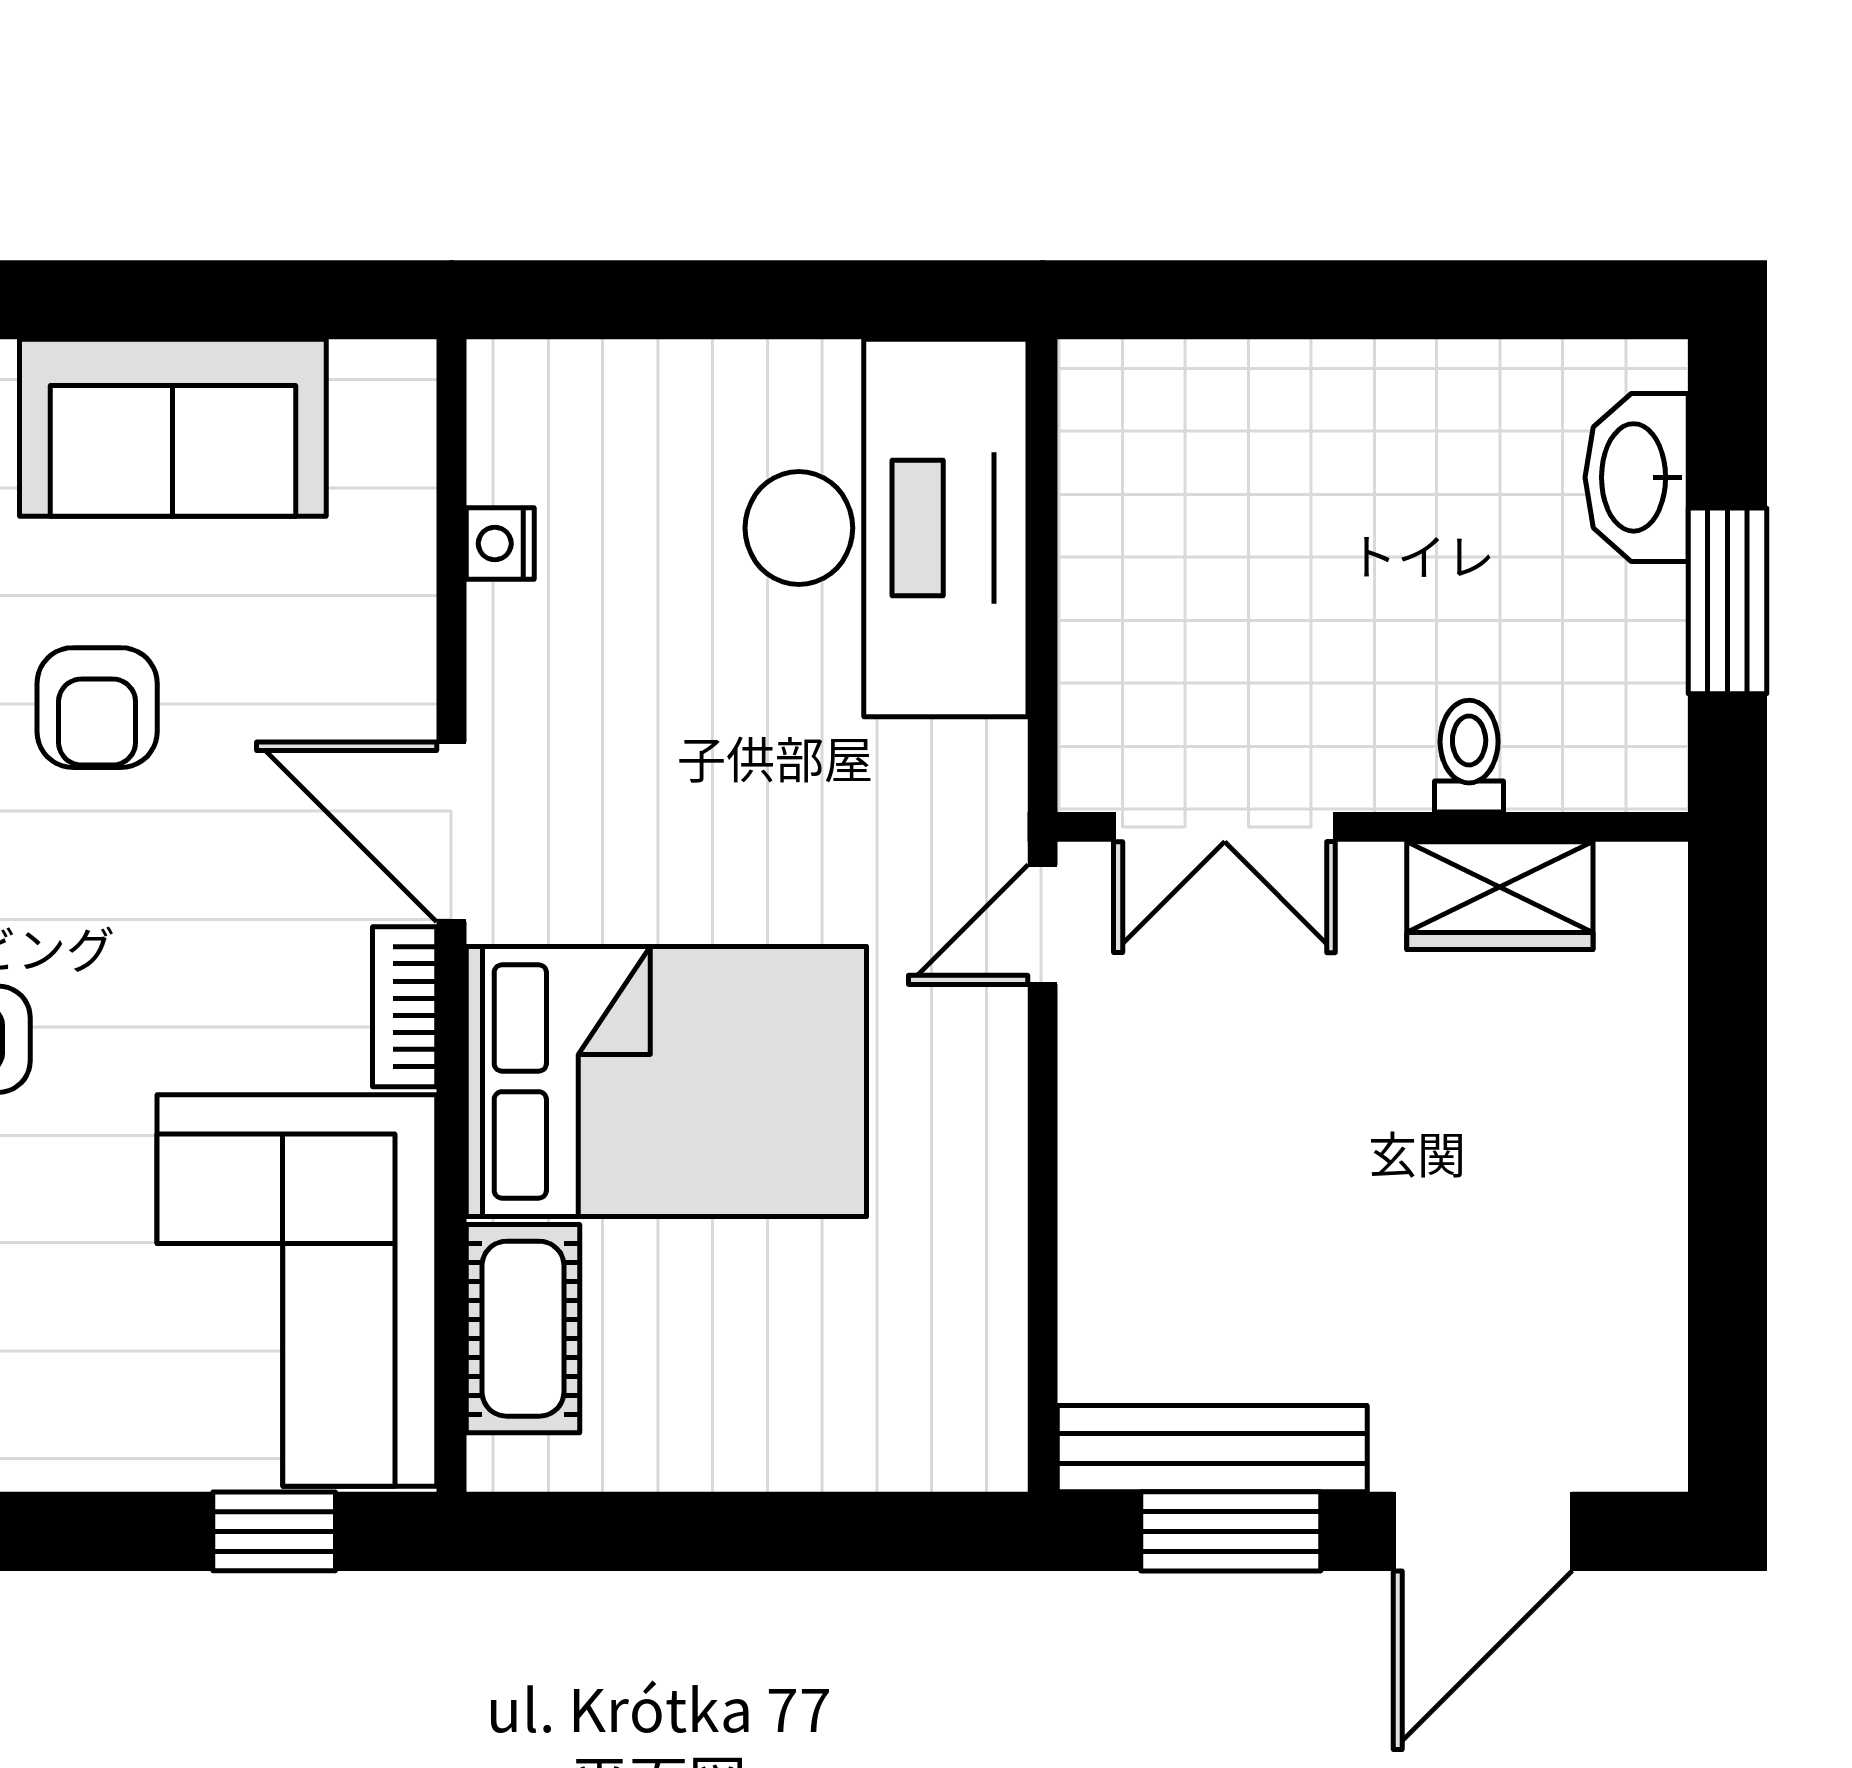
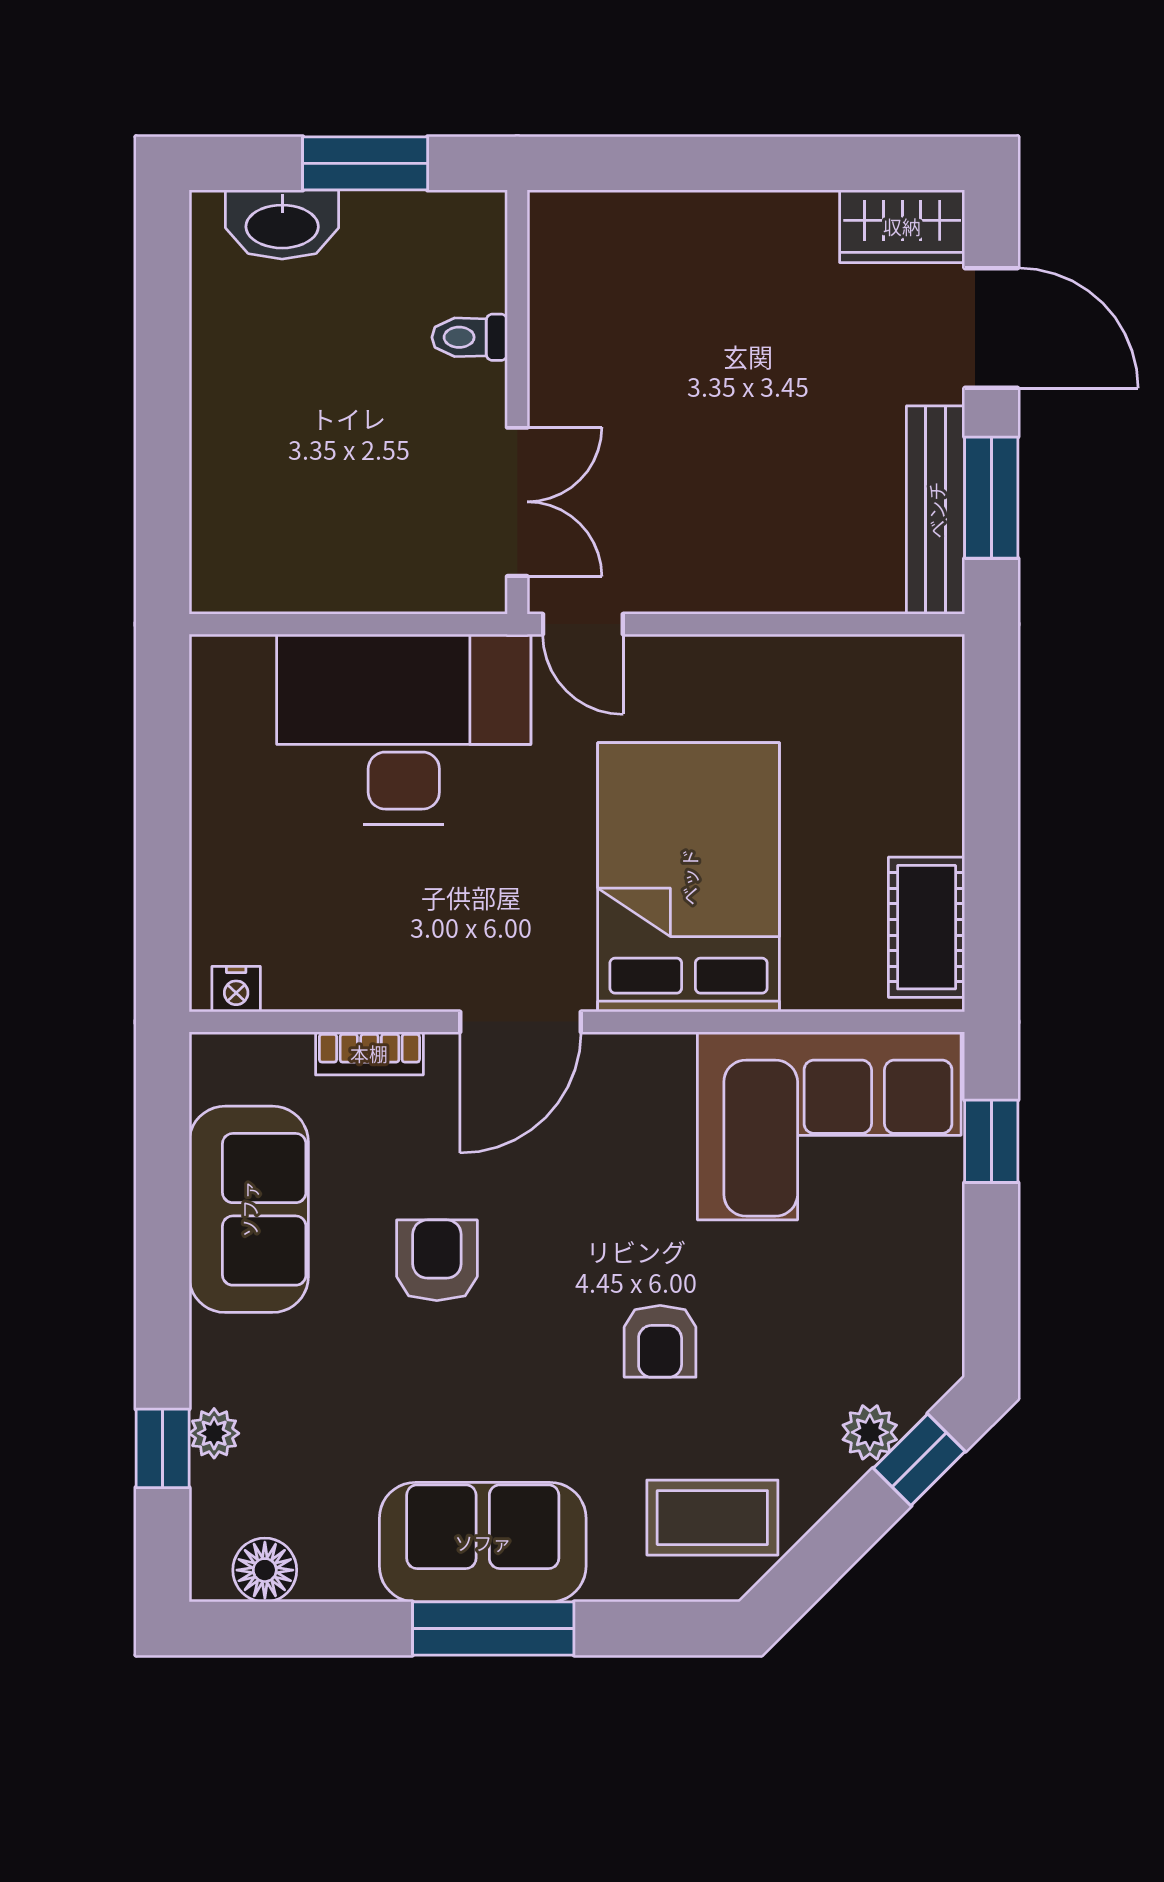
desk: (887, 528) -> (404, 729), moved
nightstand: (500, 543) -> (236, 989), moved
armchair: (97, 708) -> (437, 1260), turned -90
wardrobe: (1500, 896) -> (902, 226), moved, turned 90
bookcase: (405, 1007) -> (369, 1053), moved
cot: (523, 1329) -> (927, 927), moved, turned 90

